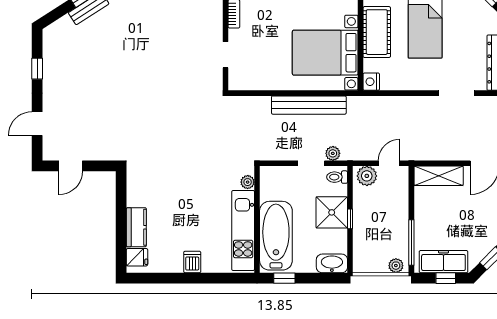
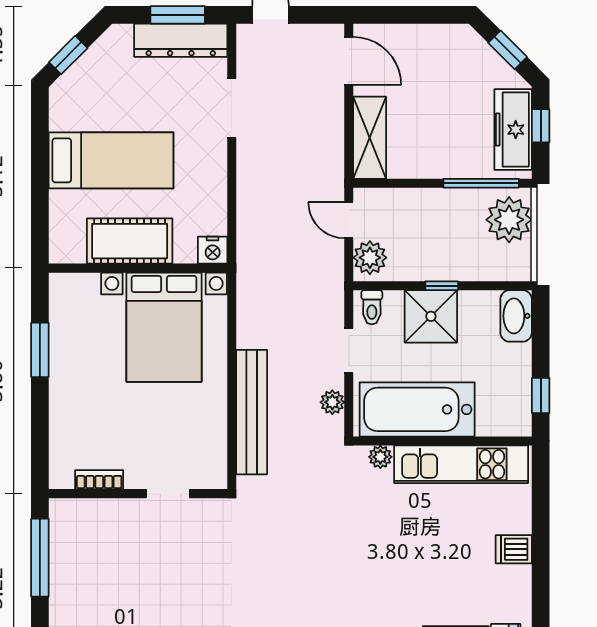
bench: (309, 105) -> (252, 412), moved
plant: (333, 153) -> (332, 402), moved
bathtub: (276, 236) -> (417, 409), moved
plant: (396, 266) -> (509, 220), width x1.87, depth x1.87

